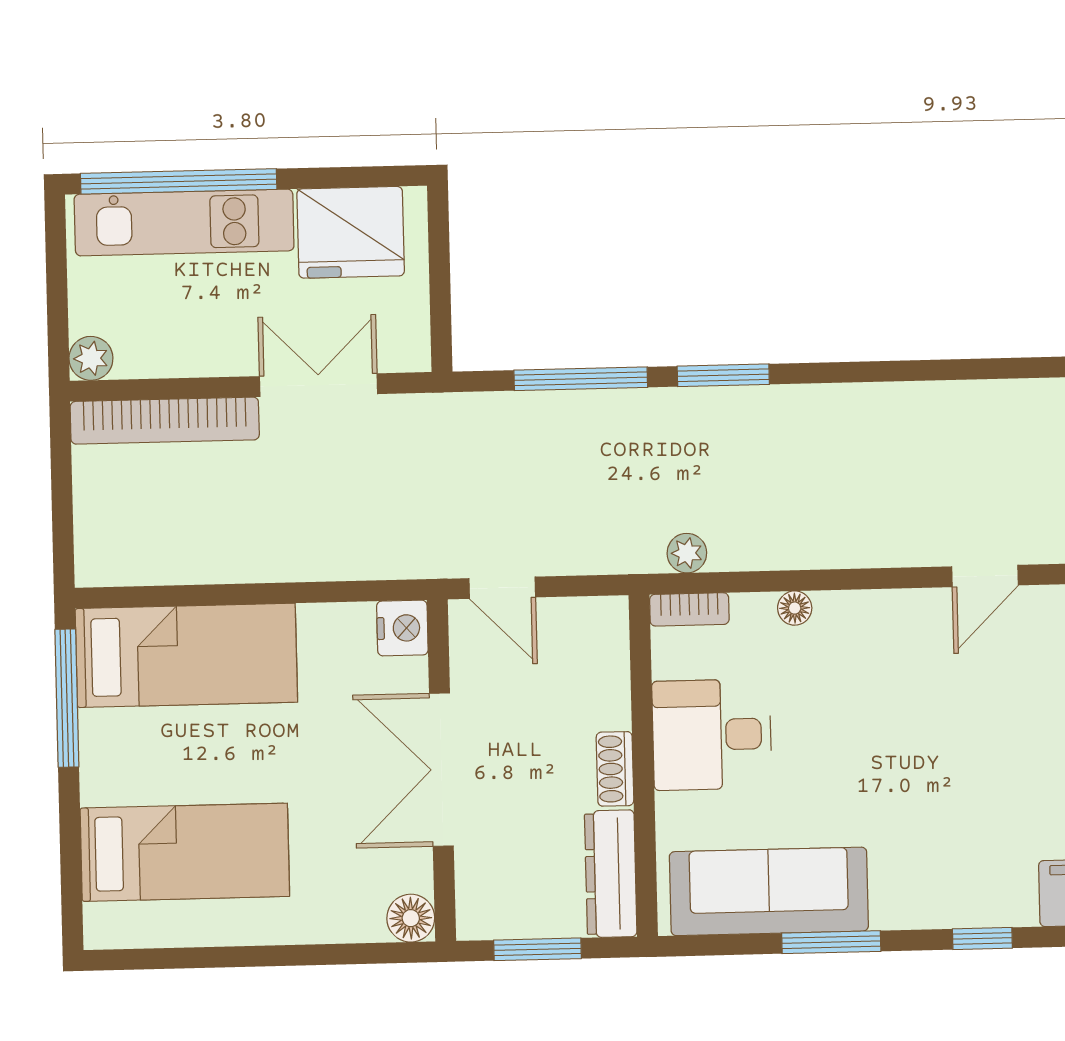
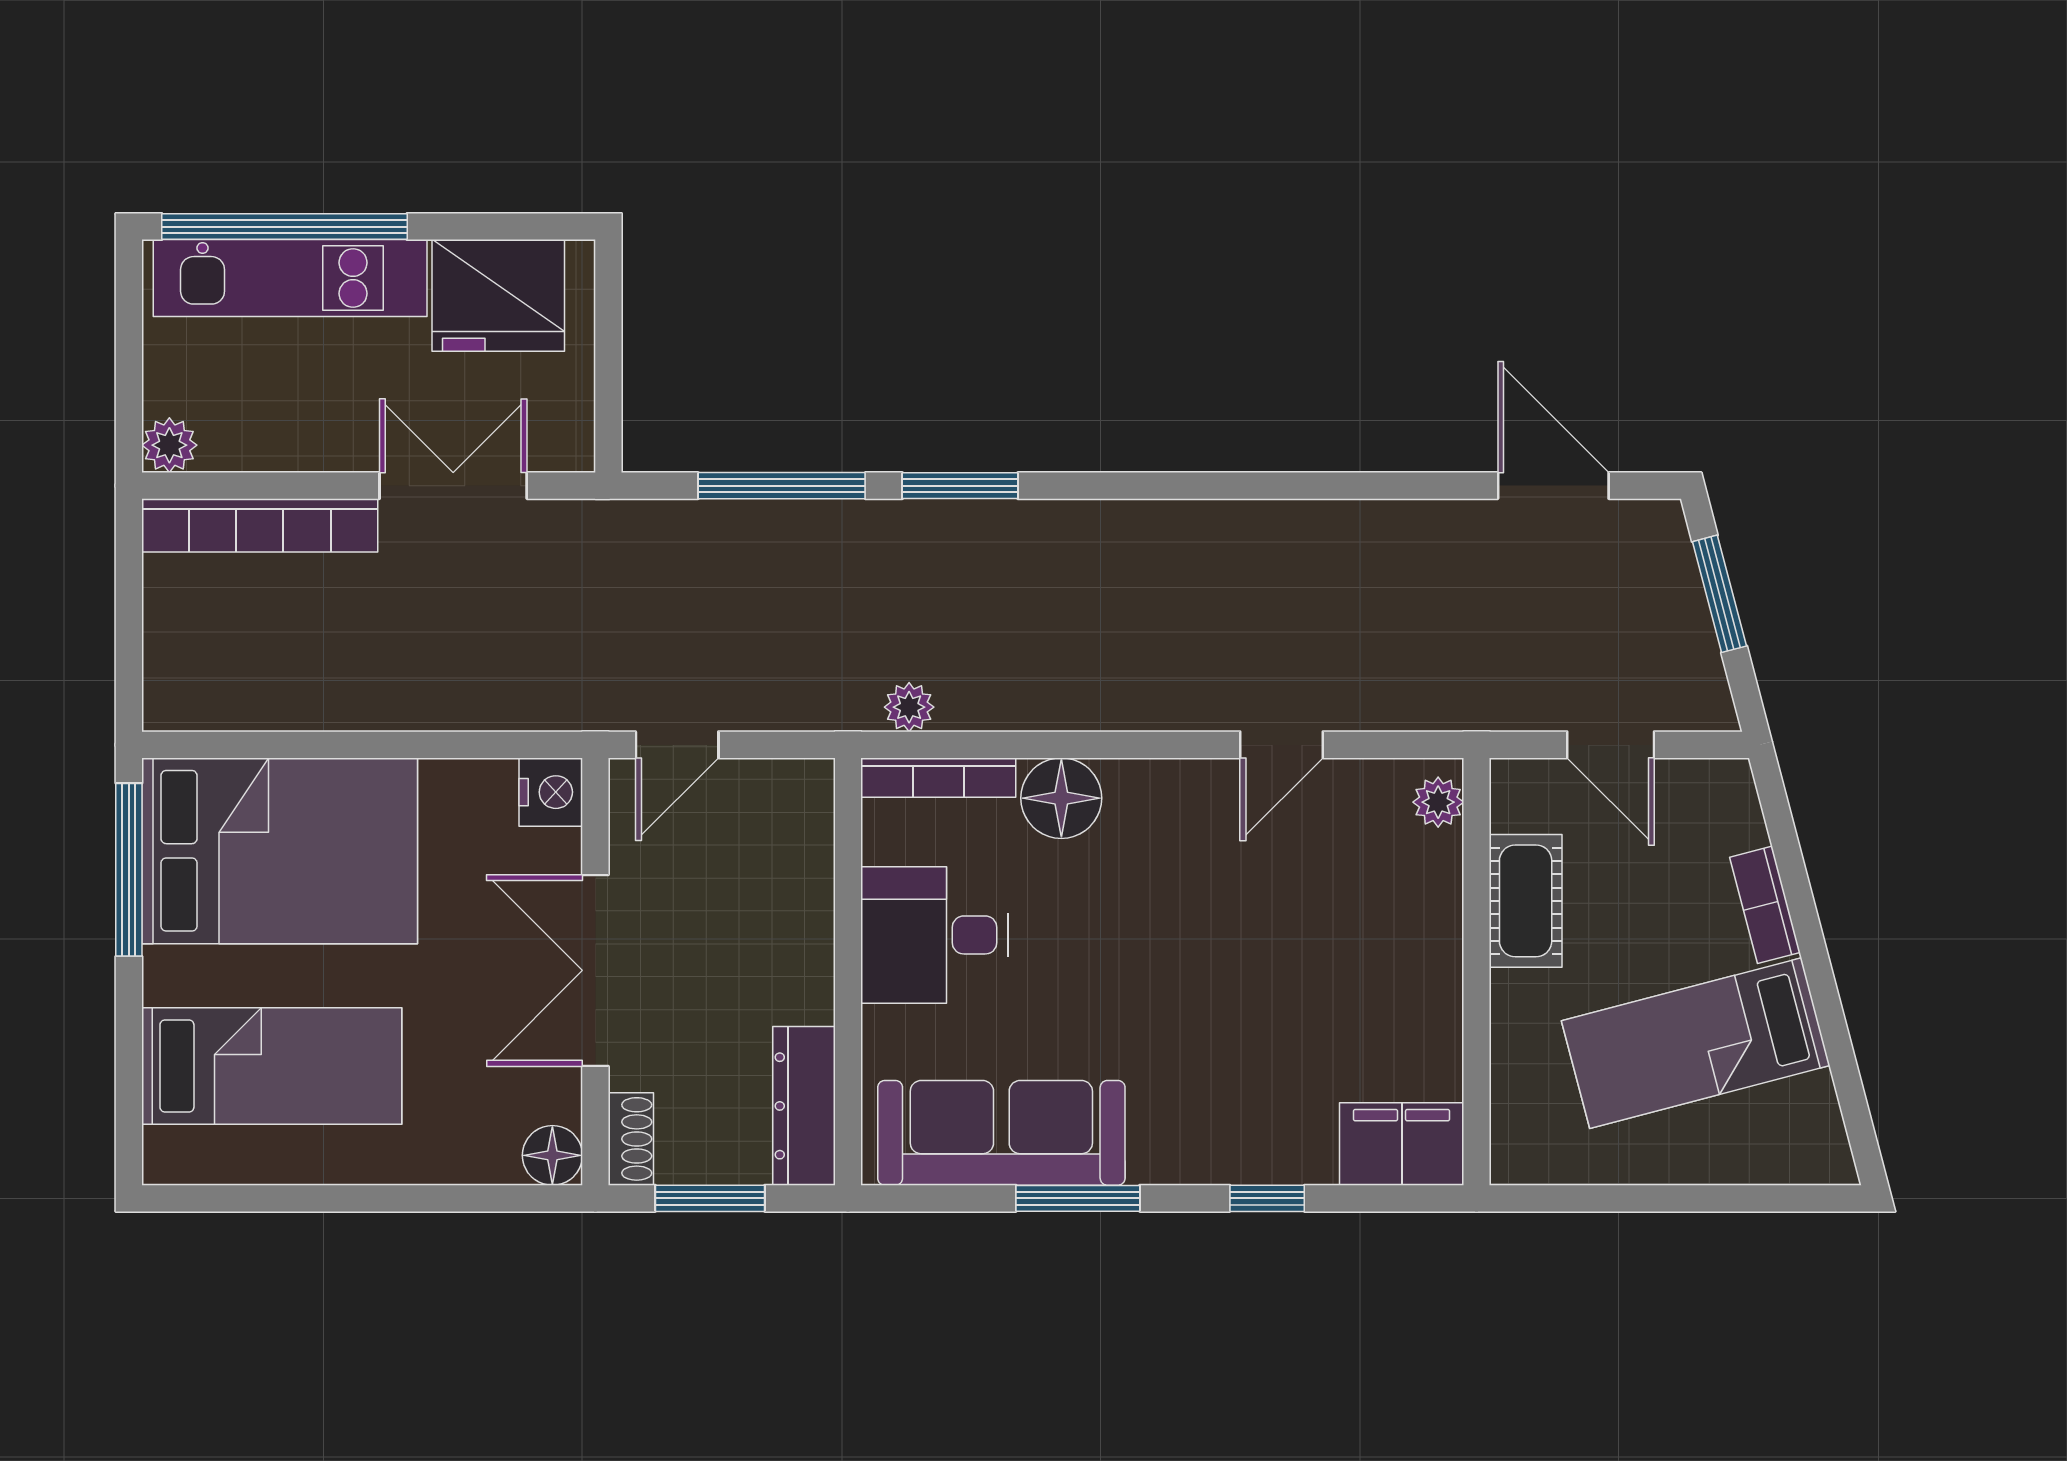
door: (502, 588) -> (677, 745), hinge flipped
floor lamp: (795, 608) -> (1061, 798), width x1.89, depth x1.89
bookcase: (689, 609) -> (938, 778), width x1.56
bed: (186, 655) -> (280, 851), width x1.50
shoe rack: (615, 769) -> (631, 1139), moved, turned 180

